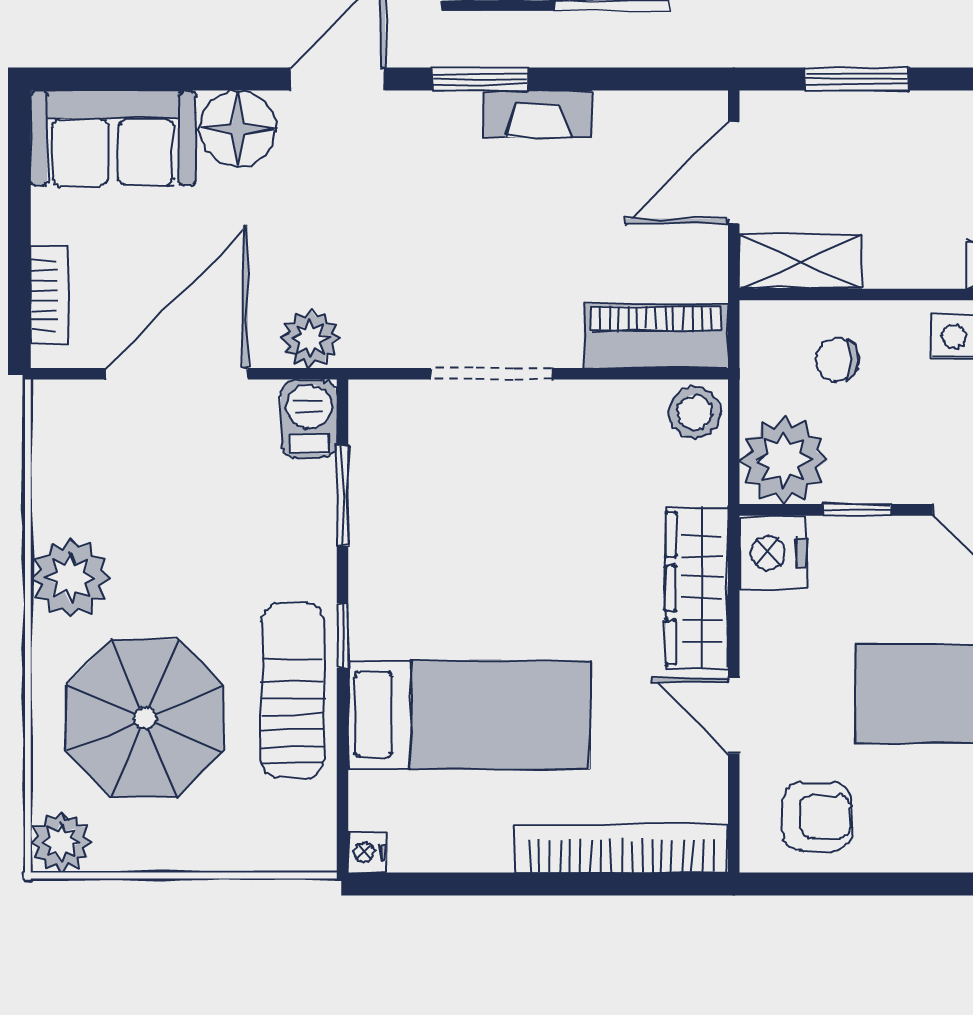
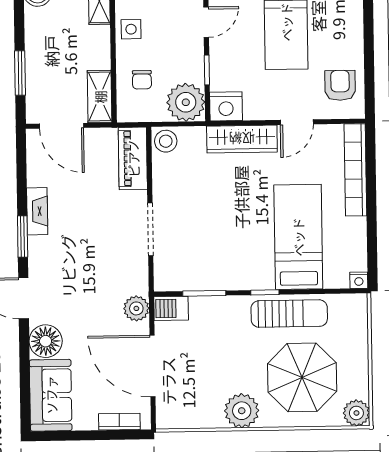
sun lounger: (293, 691) -> (289, 314), turned 180

